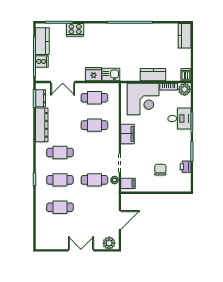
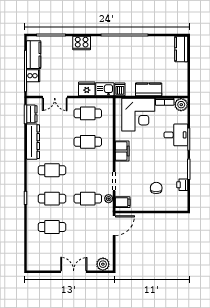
cooker: (75, 30) -> (82, 43), moved
dishwasher: (186, 75) -> (120, 89), moved
door: (120, 220) -> (114, 226), moved

